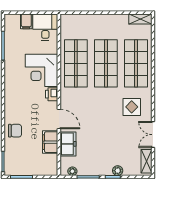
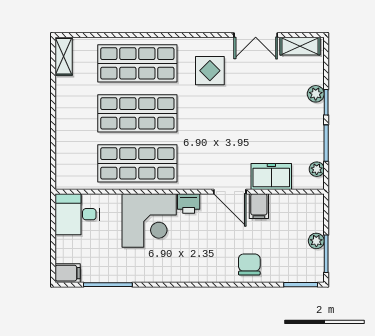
filing cabinet: (26, 21) -> (68, 273), moved
door: (59, 119) -> (230, 192), swing flipped
filing cabinet: (50, 142) -> (259, 206), width x0.50
plant: (29, 171) -> (316, 241), added

